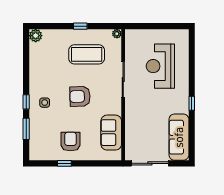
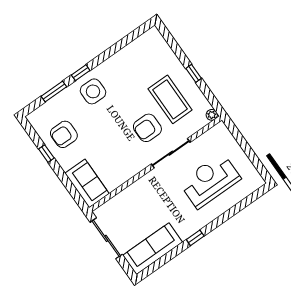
plant: (36, 36) -> (153, 36), removed
armchair: (80, 96) -> (147, 128), moved, turned -88
side table: (45, 103) -> (93, 91), width x1.87, depth x1.87
sofa: (111, 133) -> (87, 183), moved, turned 90
armchair: (71, 142) -> (64, 134), moved, turned 180

